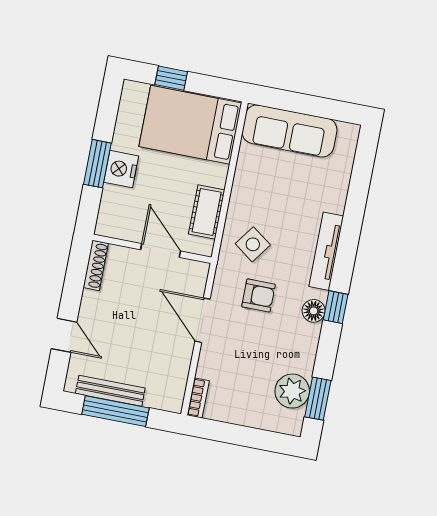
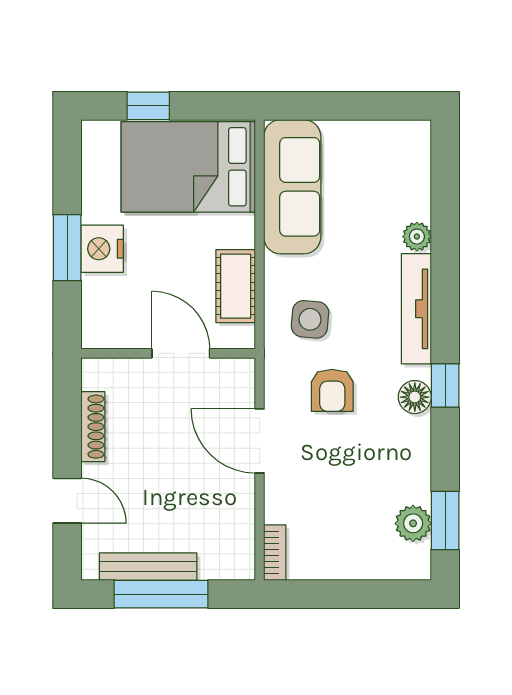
sofa: (290, 131) -> (292, 187), moved, turned -90
plant: (336, 202) -> (417, 237), added
side table: (253, 244) -> (310, 319), turned -31
shoe rack: (96, 265) -> (93, 427), moved
armchair: (259, 295) -> (332, 390), turned 90
plant: (292, 391) -> (413, 523), width x0.73, depth x0.73

